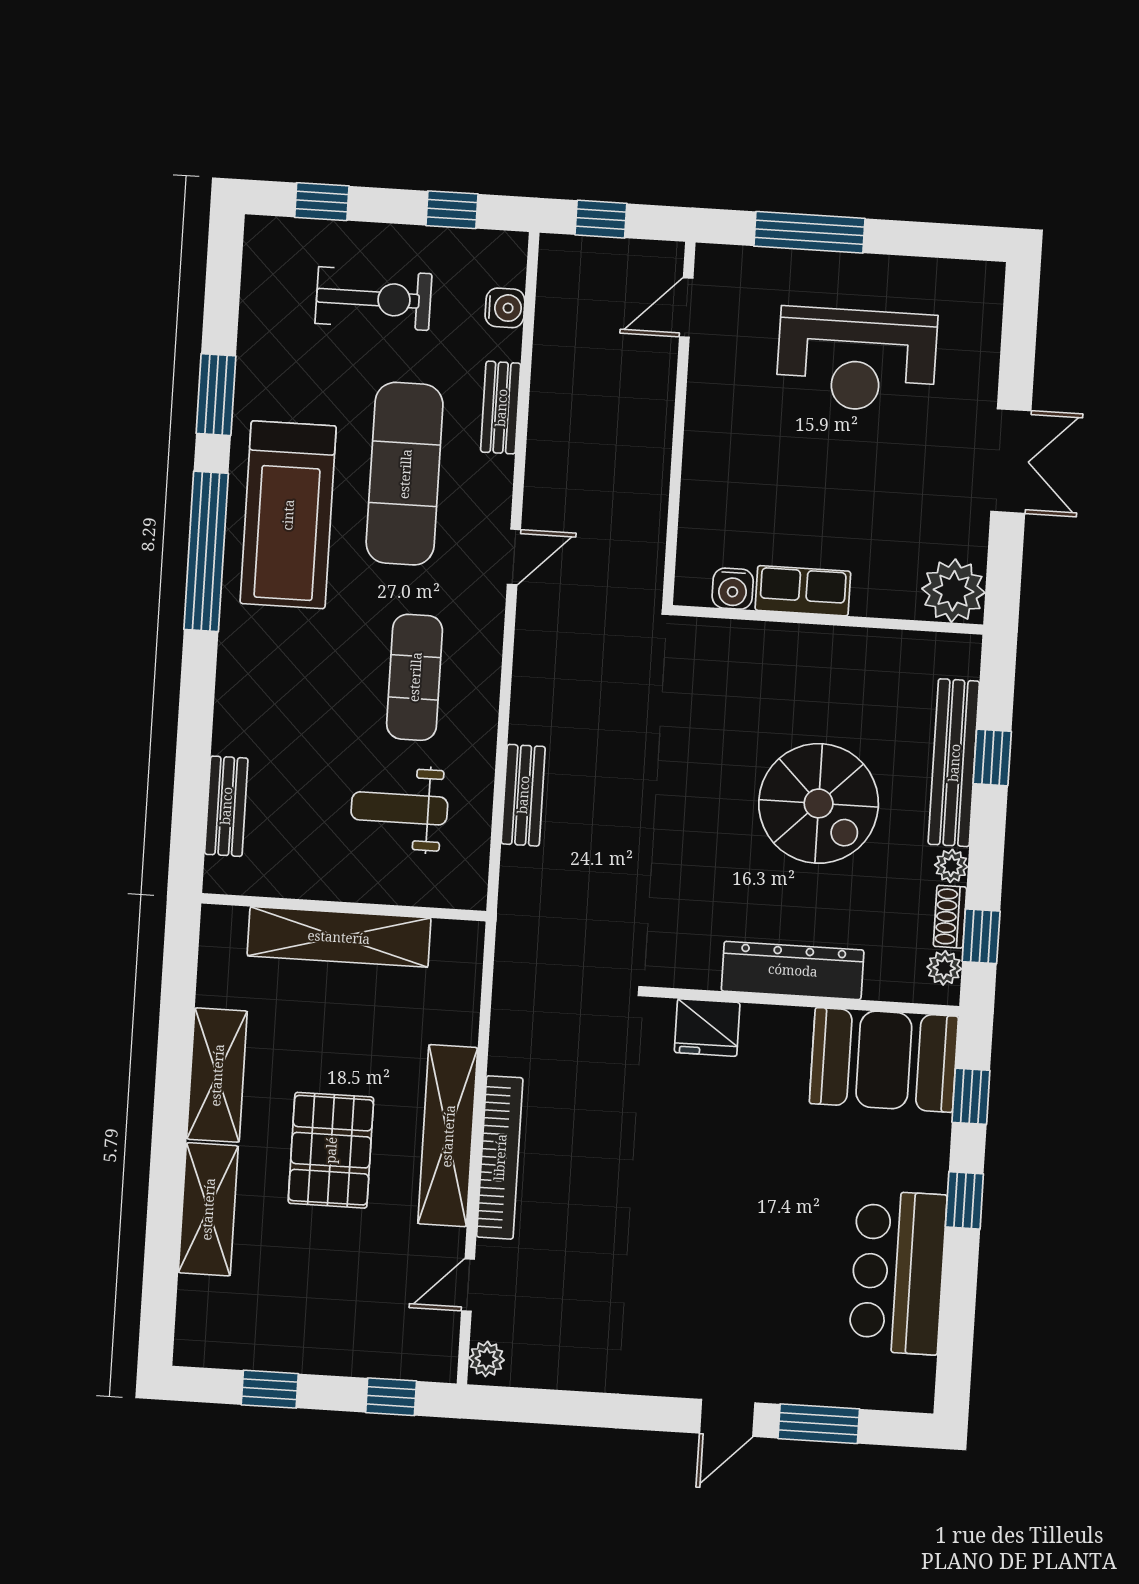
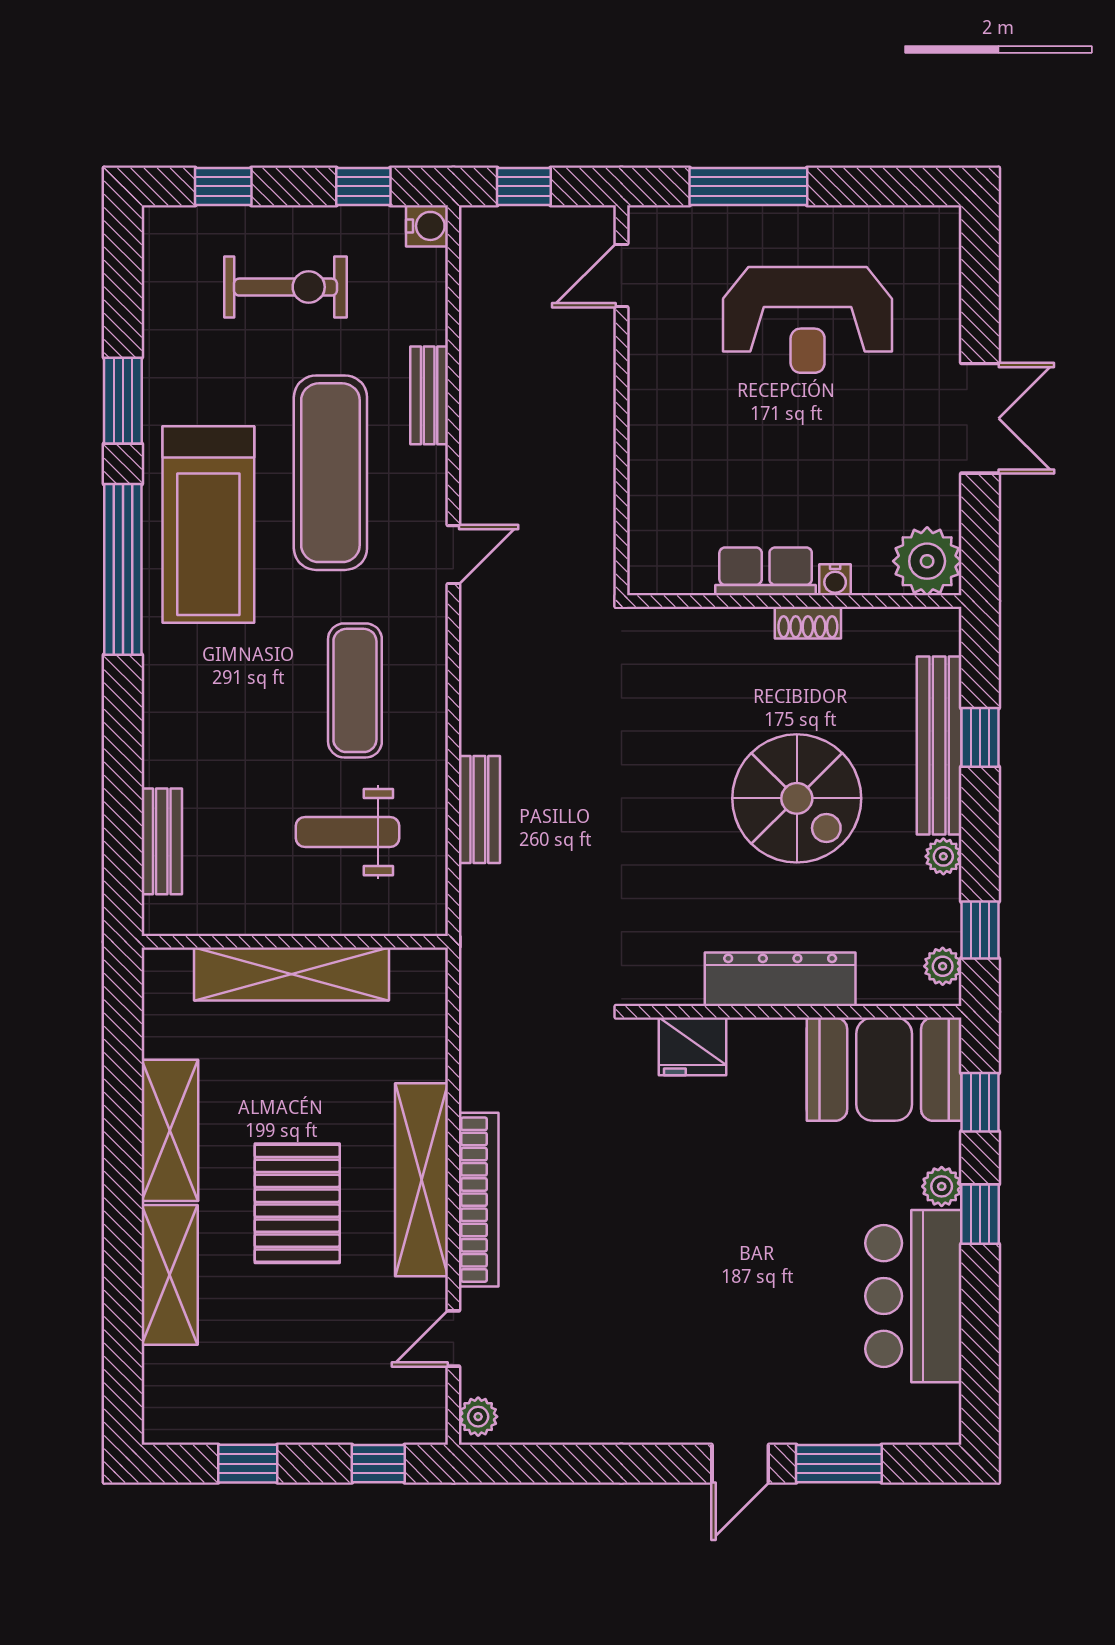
water cooler: (505, 308) -> (427, 226), moved
water cooler: (733, 589) -> (835, 580), moved, width x0.72, depth x0.72
shoe rack: (950, 917) -> (808, 623), moved, turned -90
plant: (930, 1172) -> (942, 1186), added

